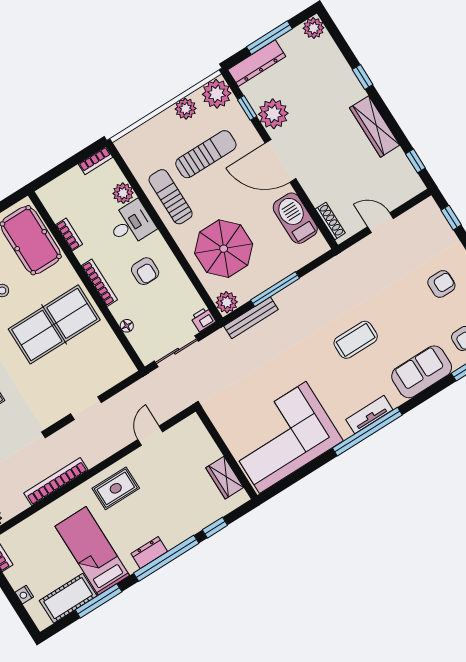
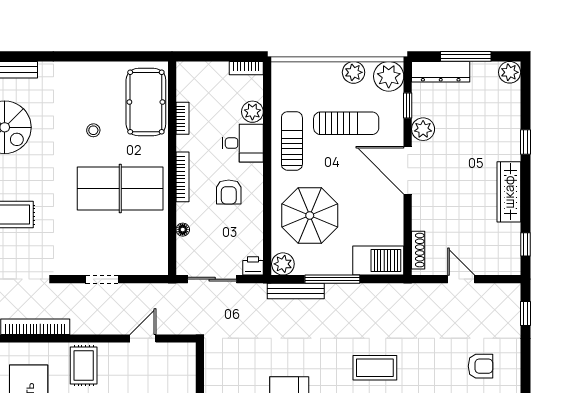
plant: (273, 114) -> (423, 129), width x0.73, depth x0.73
barbecue: (295, 218) -> (378, 260), moved, turned 90
rug: (116, 488) -> (84, 366), turned 90

